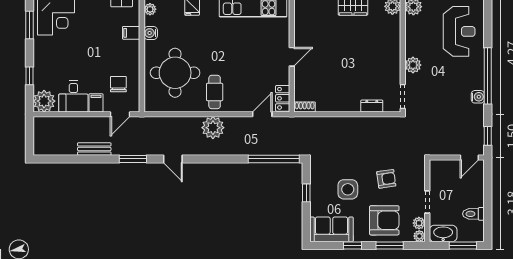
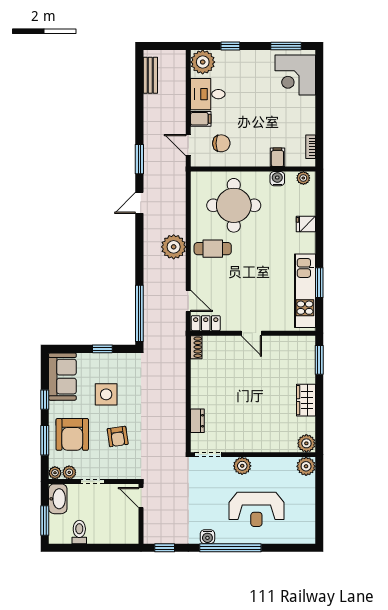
reception desk: (459, 31) -> (256, 509), moved
bench: (94, 149) -> (150, 75), moved
door: (469, 158) -> (141, 497), moved

